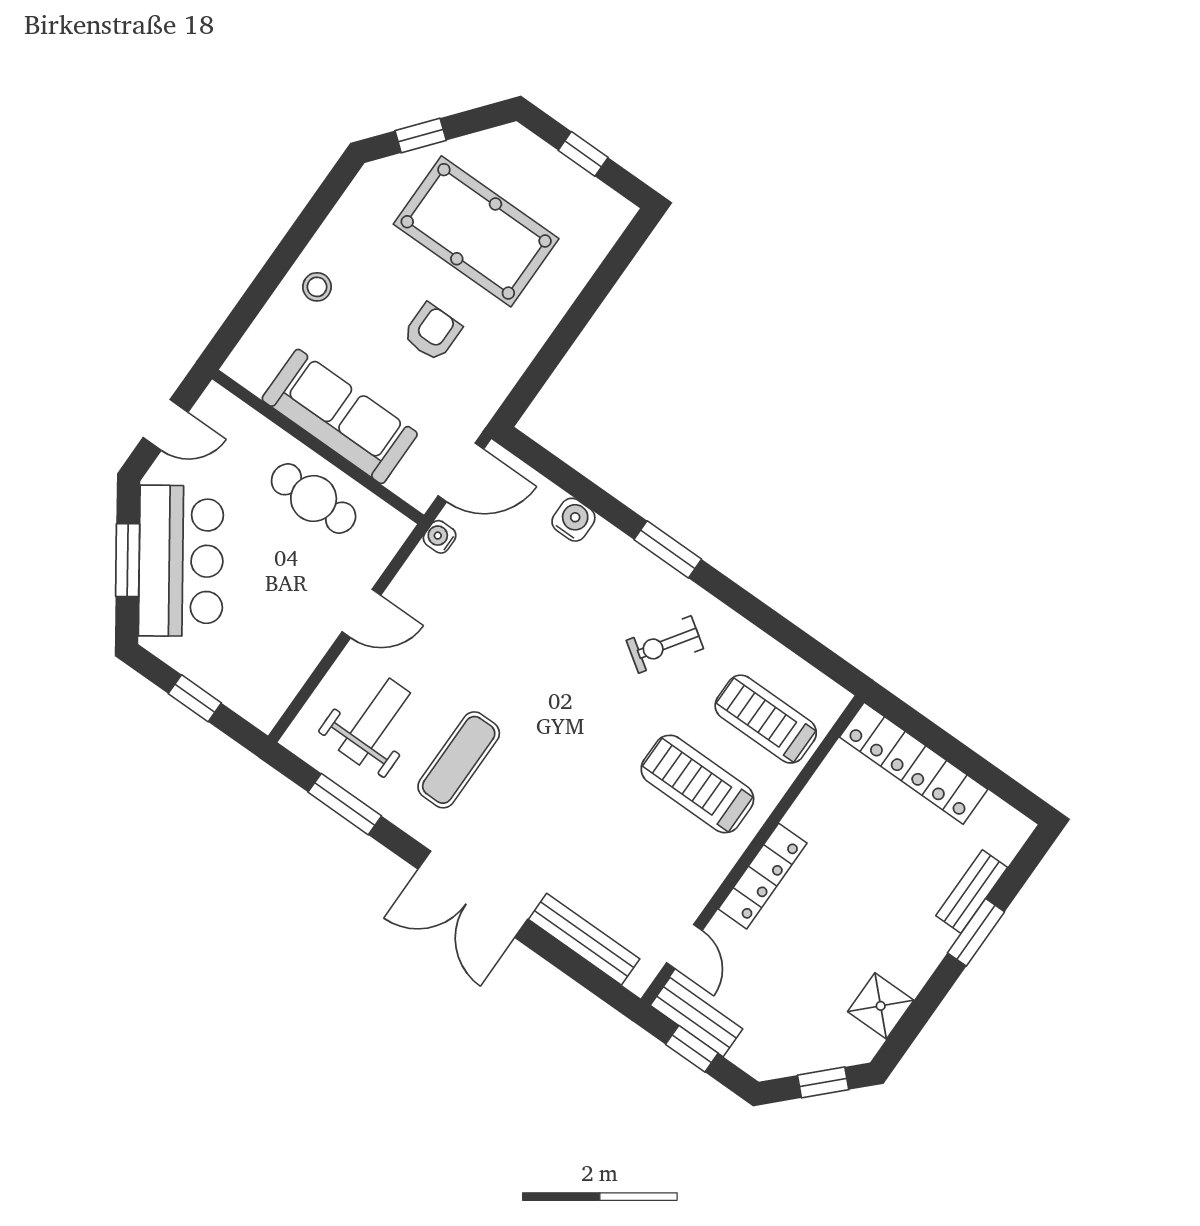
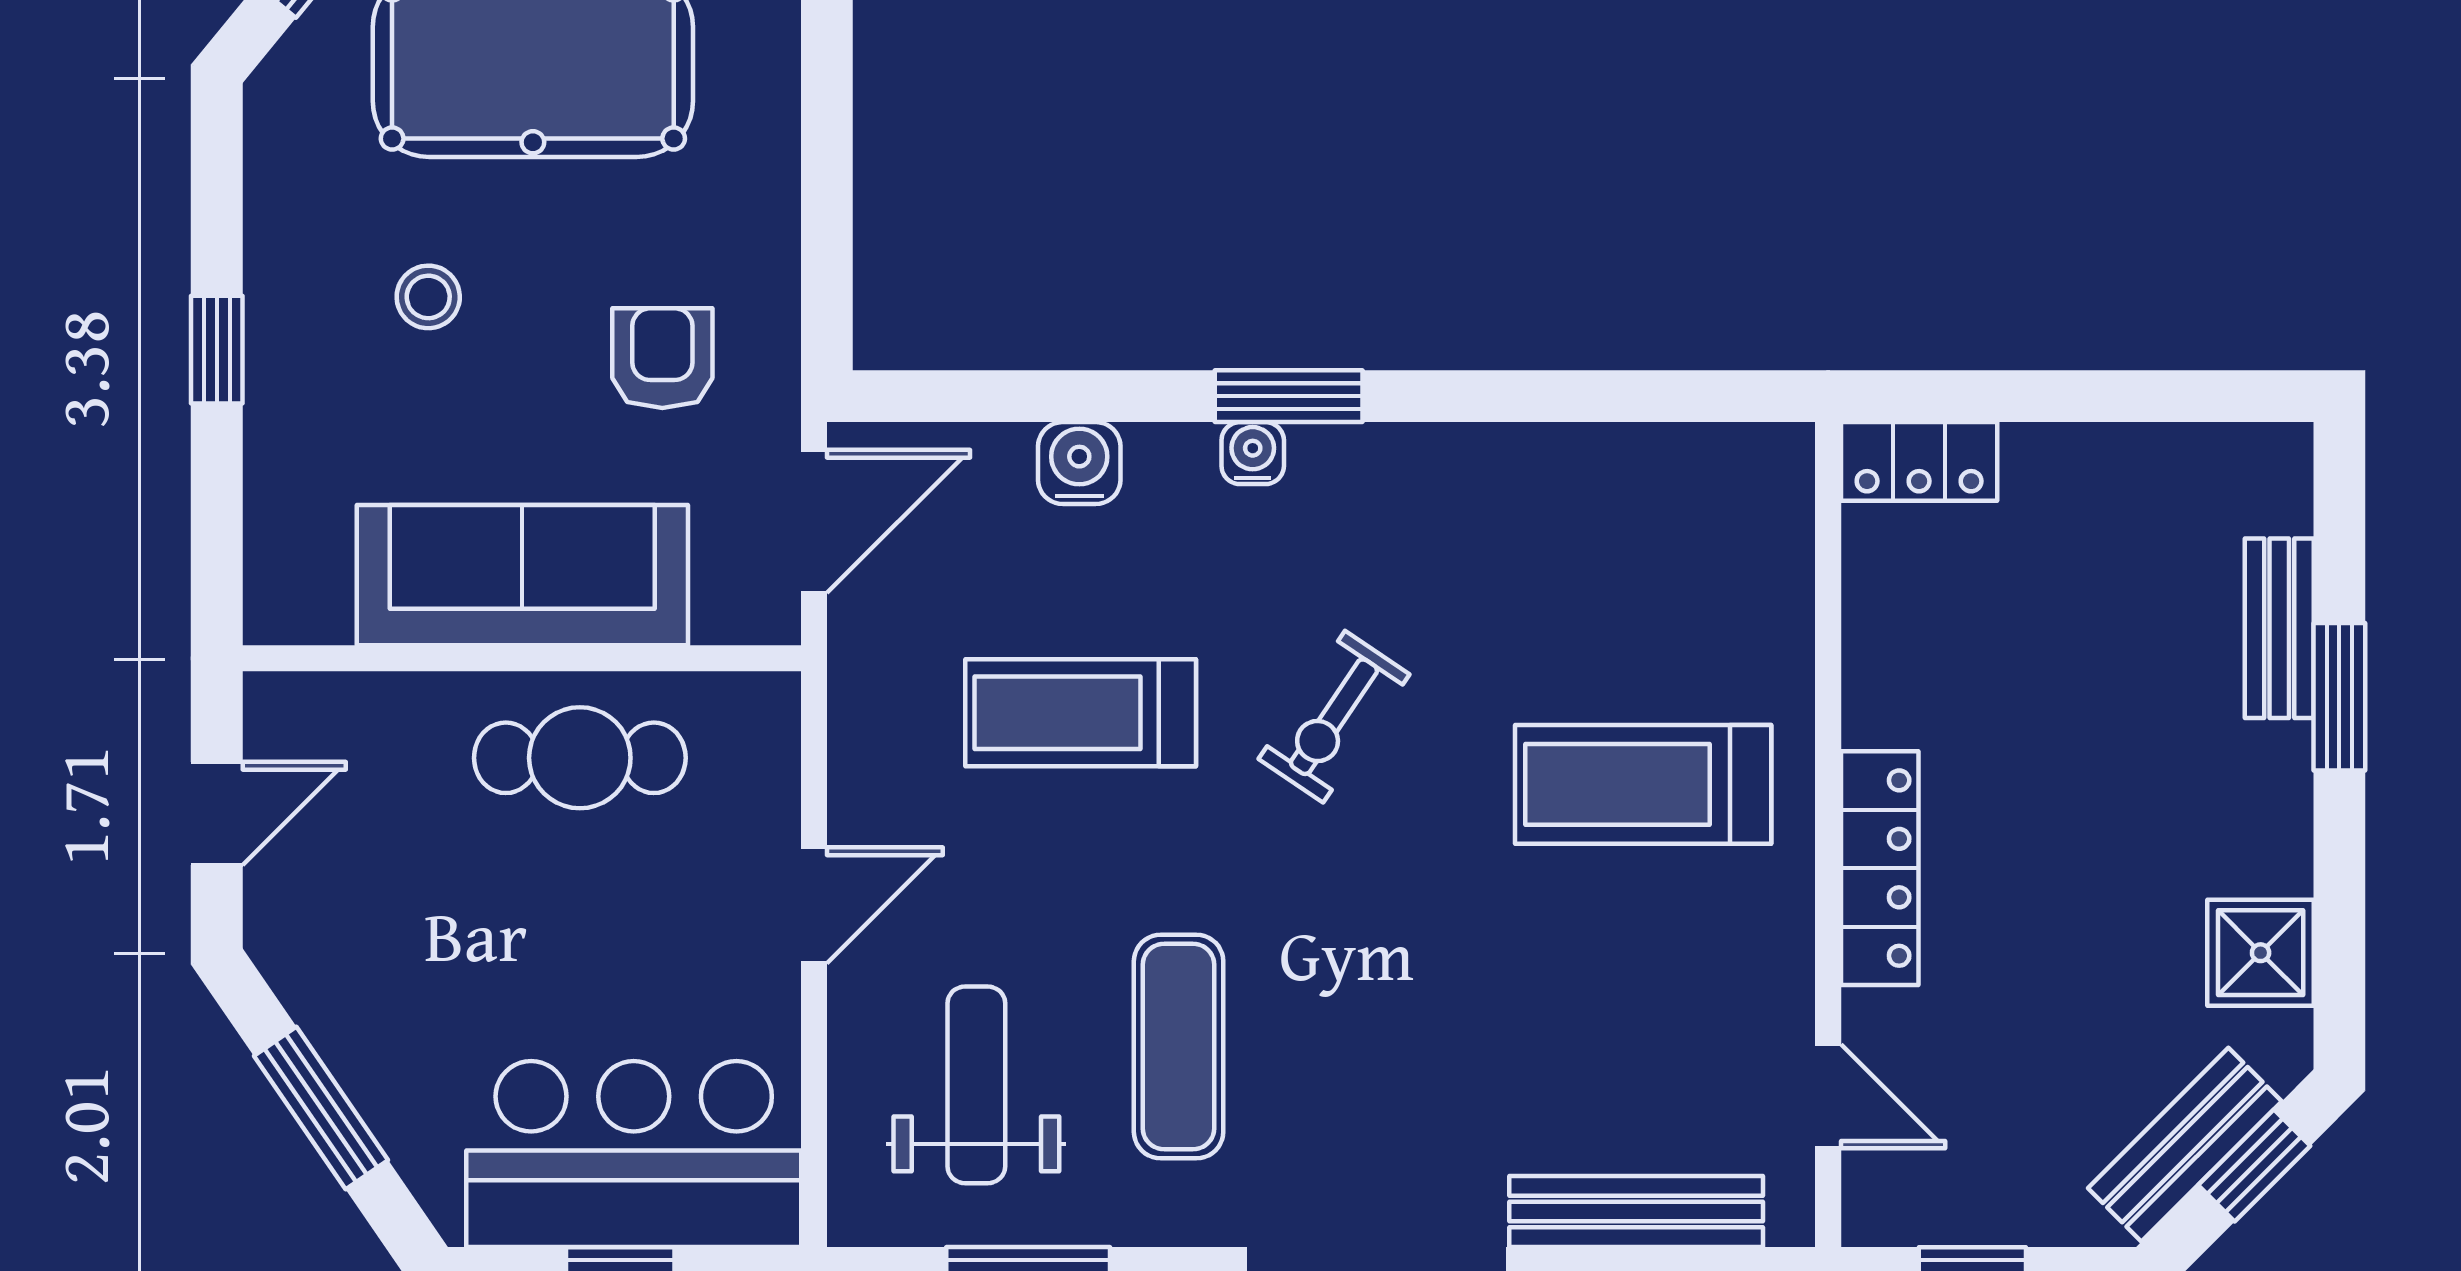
window: (286, 254) -> (217, 350), added
stool: (317, 287) -> (428, 297), moved
armchair: (432, 332) -> (662, 358), moved
water cooler: (440, 537) -> (1253, 453), moved, turned 90
bar counter: (181, 561) -> (634, 1154), moved, turned -55
exercise bike: (665, 645) -> (1334, 717), moved
treadmill: (766, 719) -> (1081, 713), moved
locker: (914, 763) -> (1919, 461), width x0.46, depth x0.83
bench: (696, 1017) -> (2185, 1145), moved, turned -45

